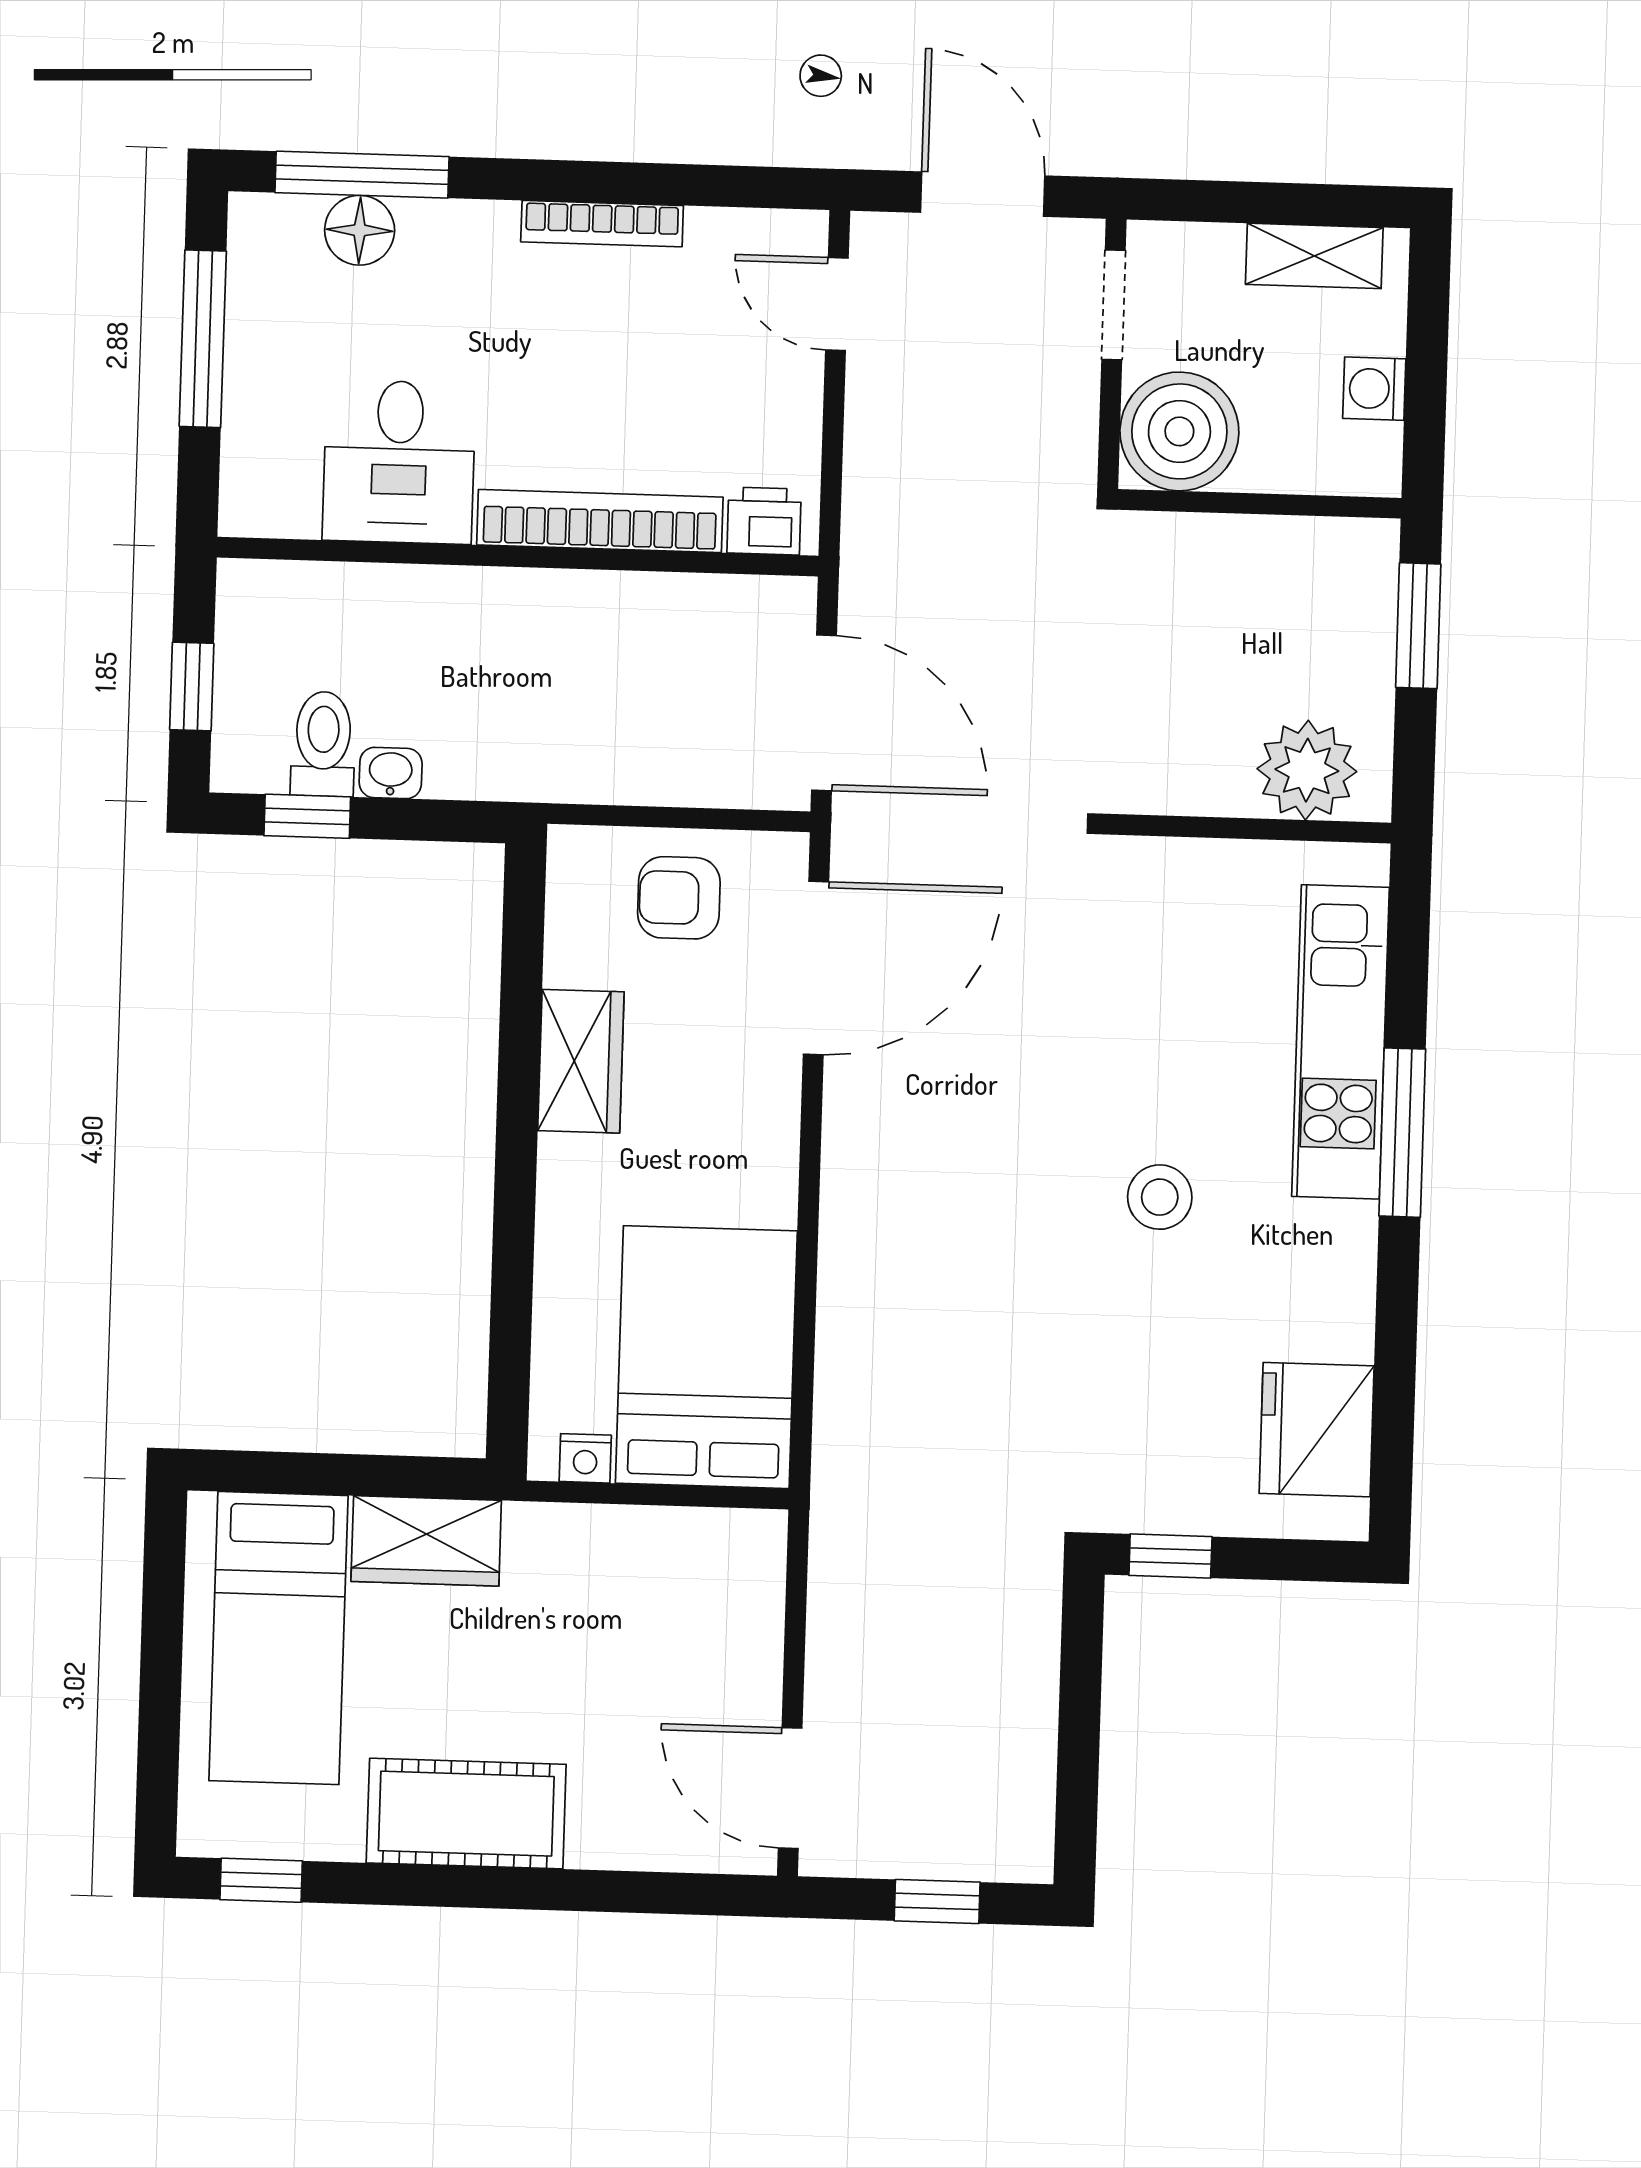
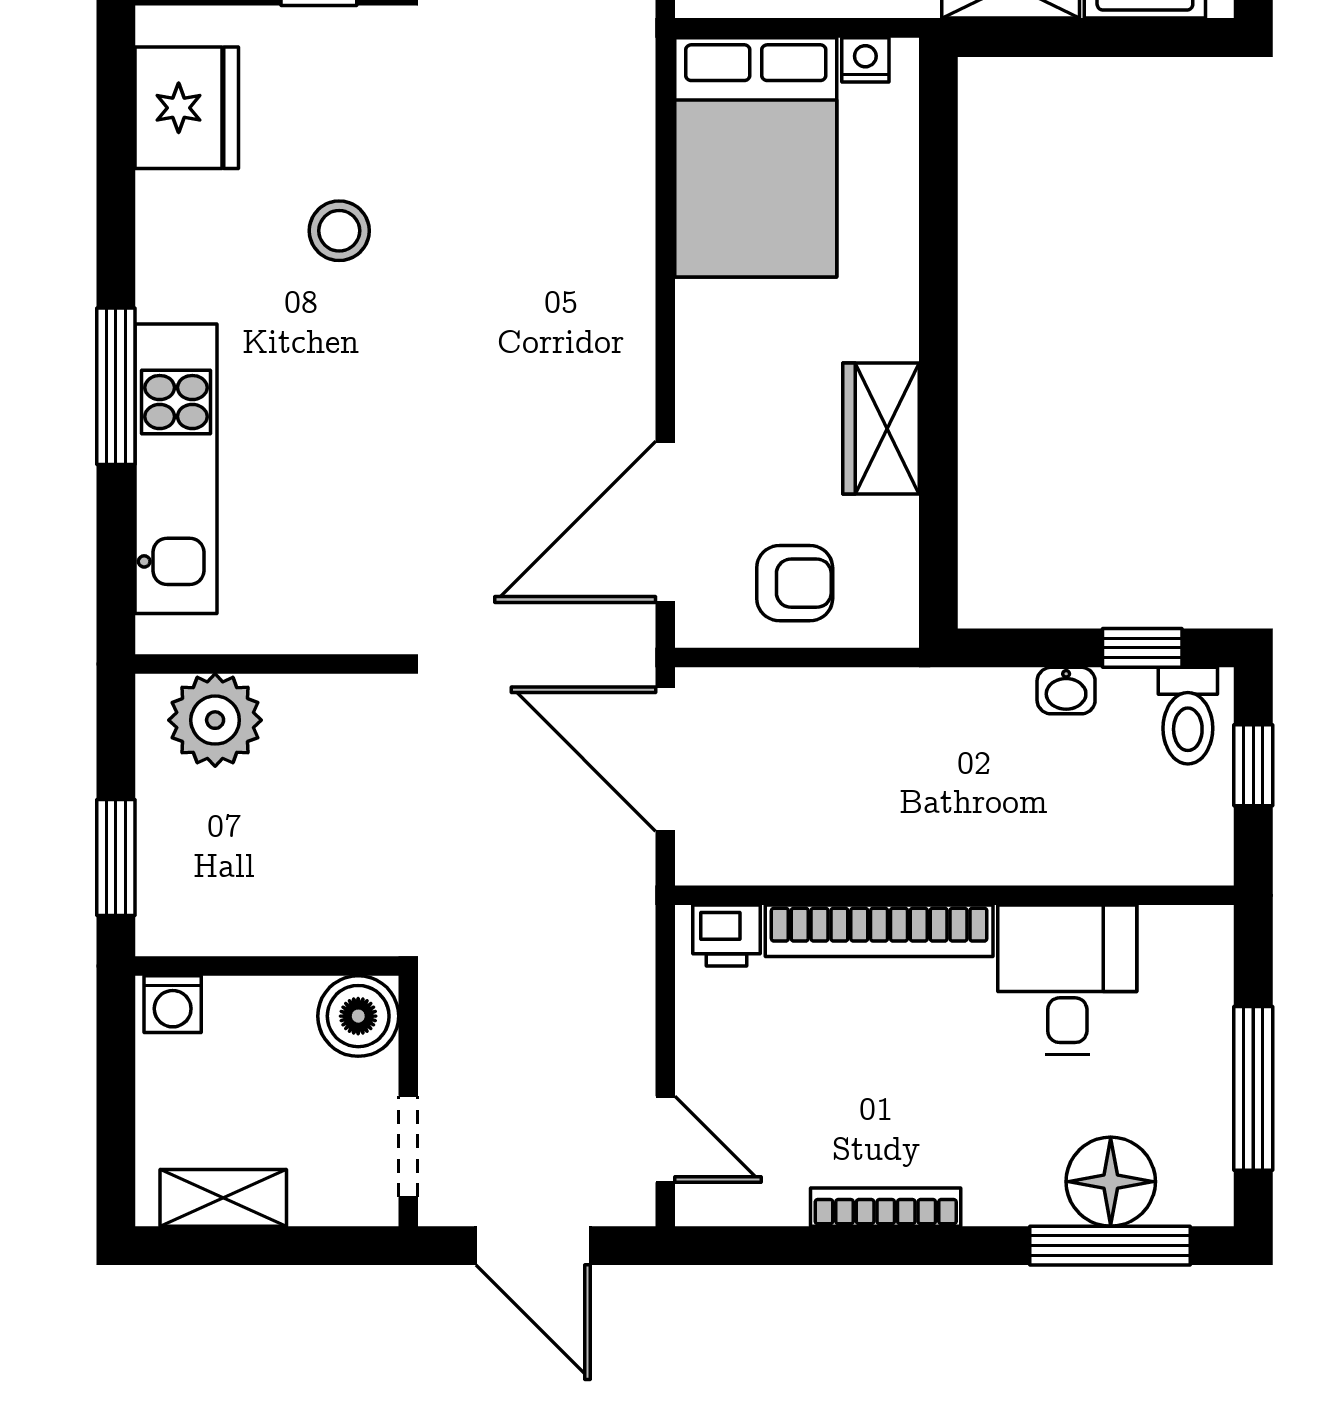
floor lamp: (360, 230) -> (1111, 1182), width x1.38, depth x1.38
washing machine: (1374, 389) -> (173, 1004), moved, turned 90
boiler: (1179, 431) -> (358, 1016), width x0.73, depth x0.73
toilet: (323, 744) -> (1188, 716), moved
stool: (1160, 1197) -> (339, 231), moved

